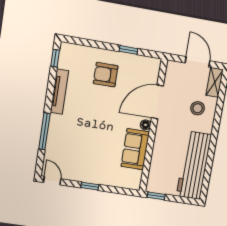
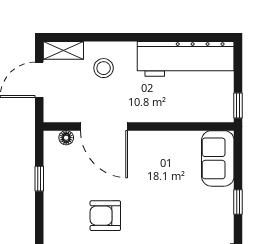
armchair: (106, 75) -> (105, 216), moved, turned 90
floor lamp: (145, 125) -> (66, 138), moved
sofa: (135, 149) -> (218, 158), moved, turned 90

